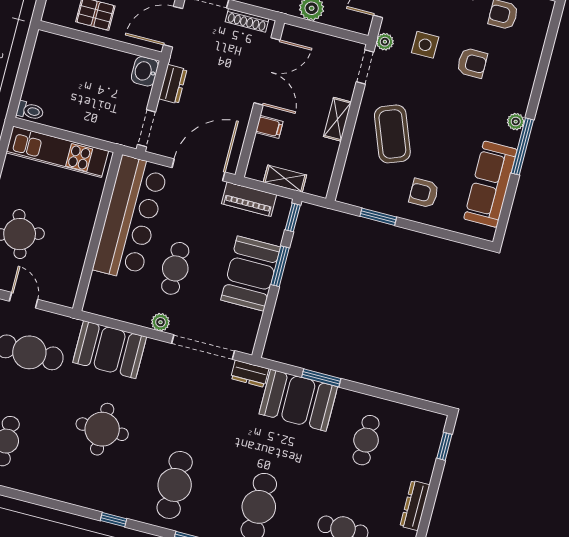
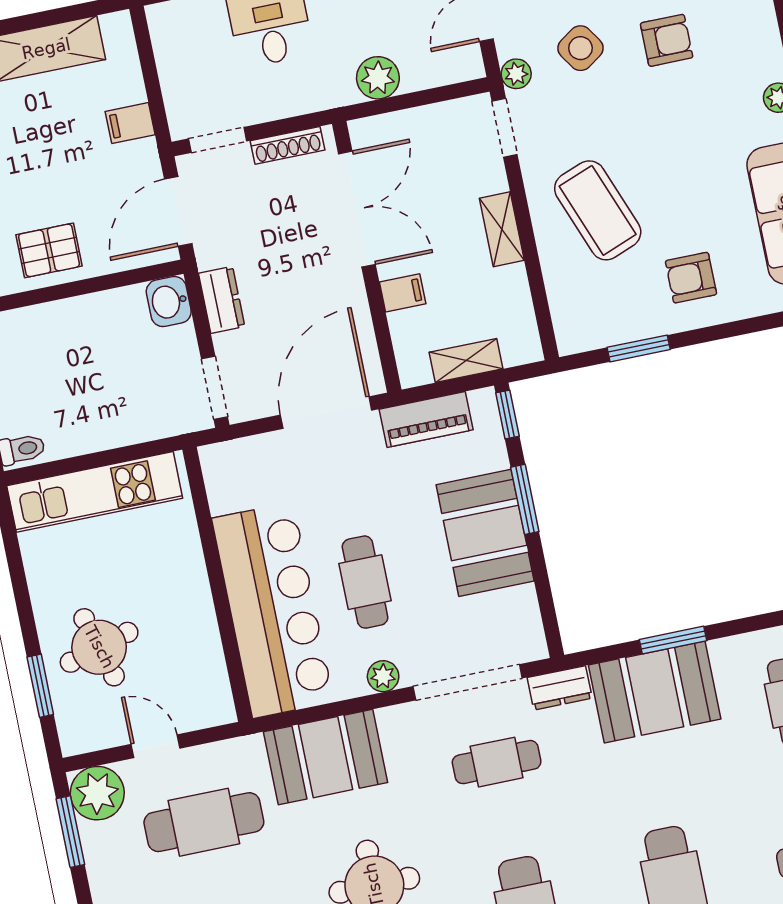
side table: (425, 45) -> (580, 48), turned -34
bar counter: (131, 218) -> (273, 610), moved
cafe table: (198, 396) -> (497, 762), added

